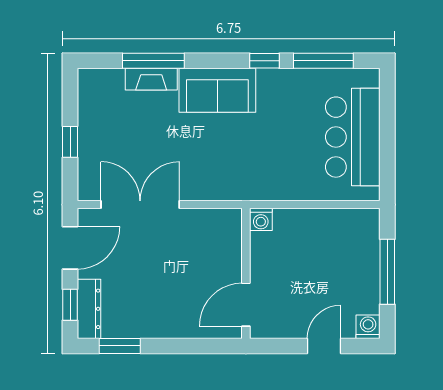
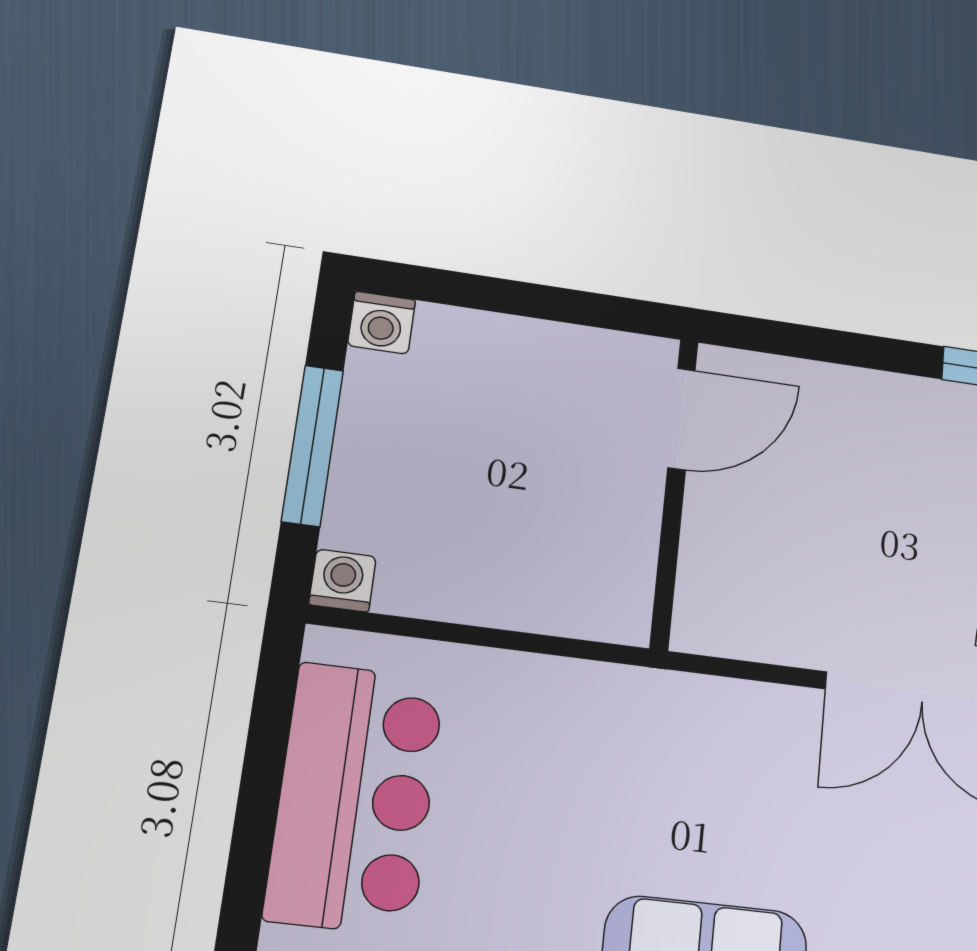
washing machine: (261, 219) -> (343, 581), moved
door: (324, 346) -> (499, 295), removed

